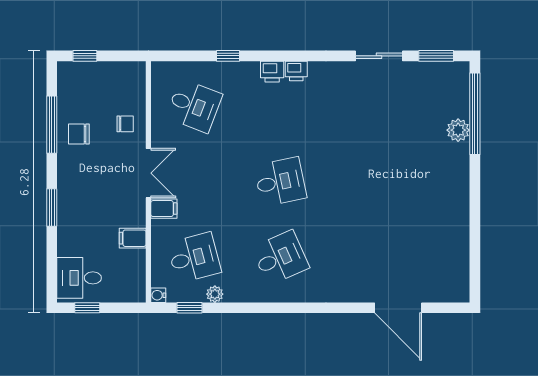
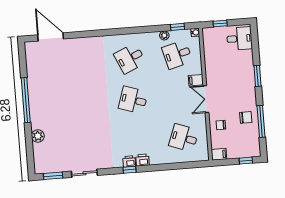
window: (228, 56) -> (130, 170), moved
window: (475, 114) -> (26, 100), moved
desk: (280, 182) -> (133, 100), turned 30
filing cabinet: (133, 238) -> (219, 154), moved
window: (87, 308) -> (220, 24), moved
door: (398, 308) -> (51, 37), moved

